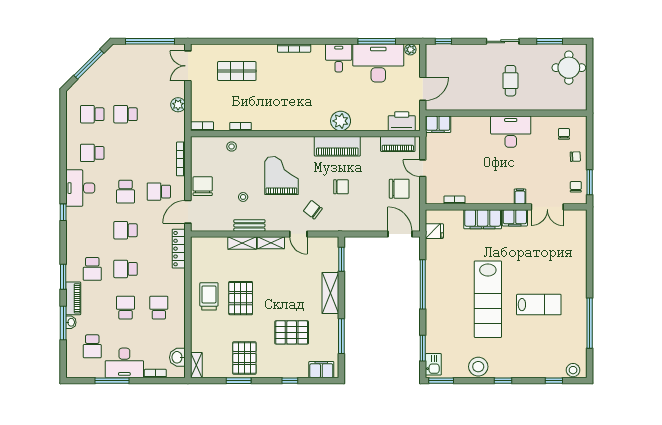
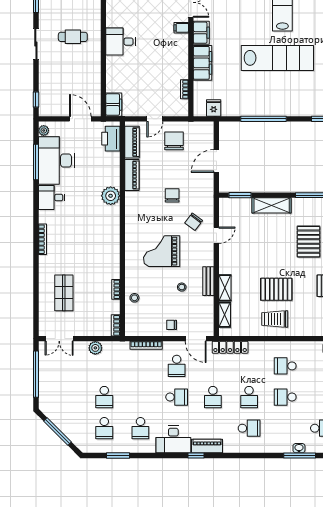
desk: (511, 132) -> (121, 42), width x0.73
piano: (337, 146) -> (132, 175), moved, width x0.73, depth x0.75
chair: (203, 186) -> (172, 325), width x0.54, depth x0.54
door: (400, 234) -> (216, 161), moved
shelving: (271, 243) -> (225, 315), moved
window: (63, 277) -> (118, 455), moved
piano: (73, 298) -> (207, 446), moved

